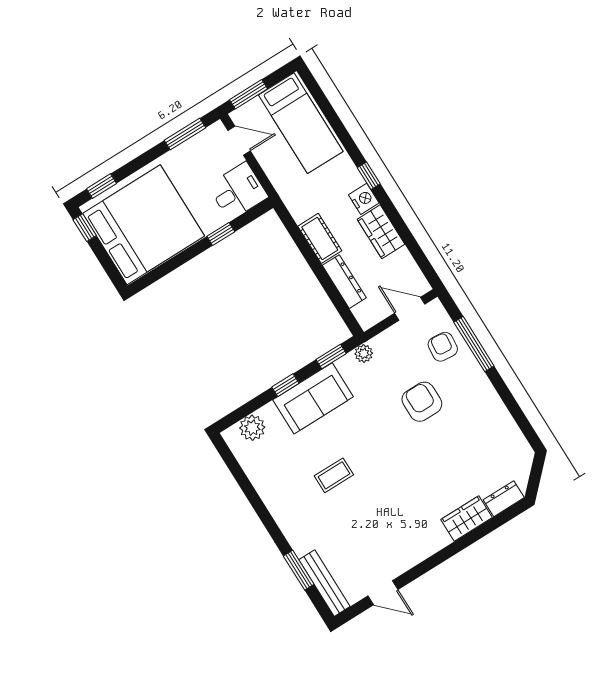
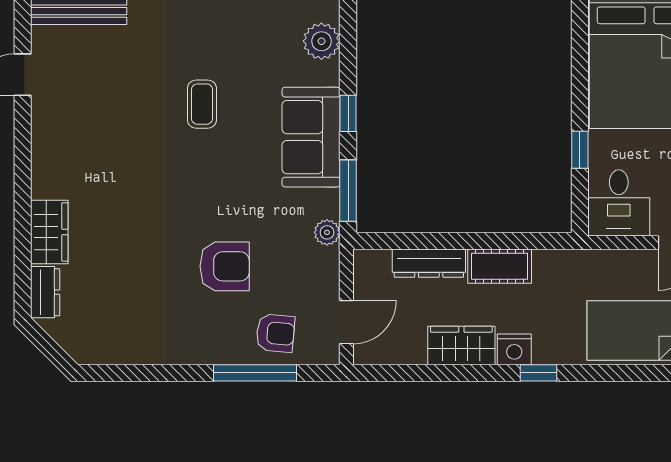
window: (331, 357) -> (348, 191), width x1.50

